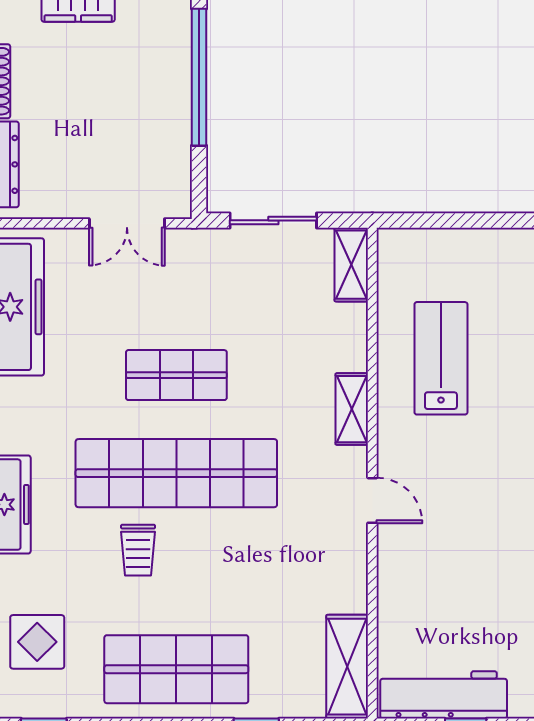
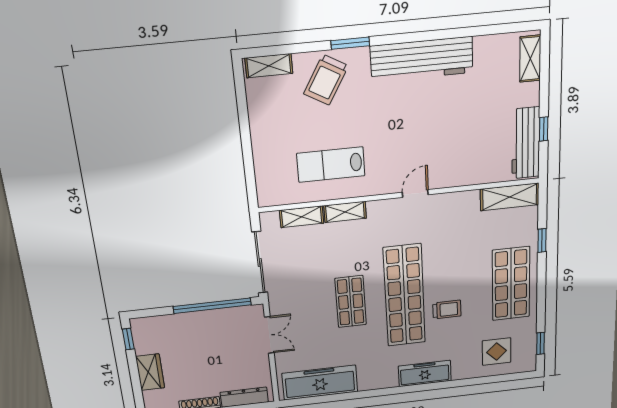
window: (199, 77) -> (212, 306), moved
sliding door: (273, 220) -> (260, 262), width x1.37
shelving: (351, 265) -> (302, 217), moved
shelving: (352, 409) -> (345, 212), moved

